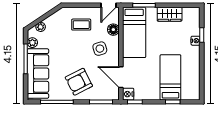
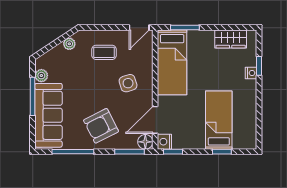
wardrobe: (170, 14) -> (231, 39), moved
plant: (41, 27) -> (69, 44), moved
floor lamp: (113, 30) -> (145, 142), moved
door: (121, 77) -> (155, 120), hinge flipped

